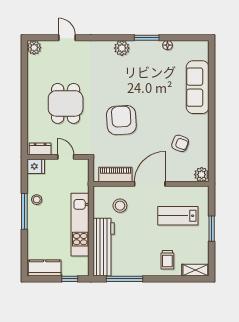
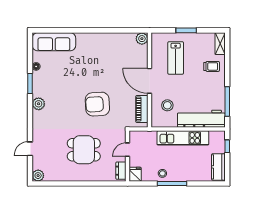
sofa: (198, 87) -> (54, 42), moved
armchair: (180, 143) -> (116, 56), removed

